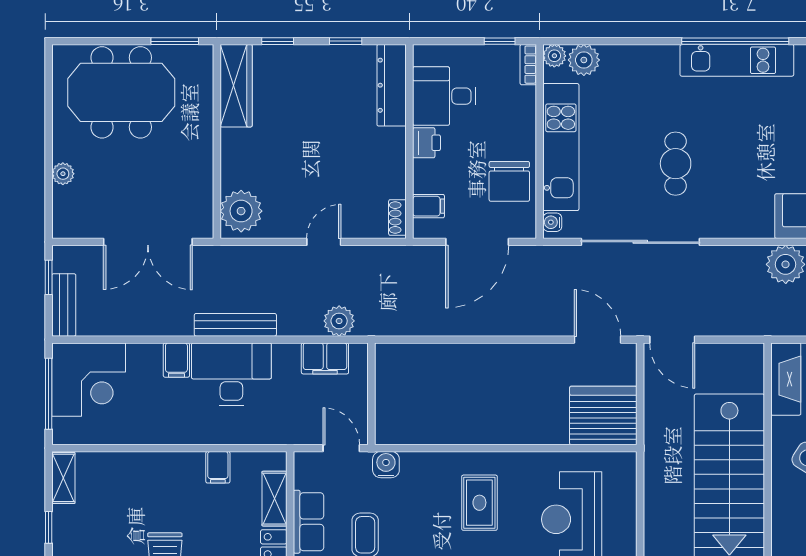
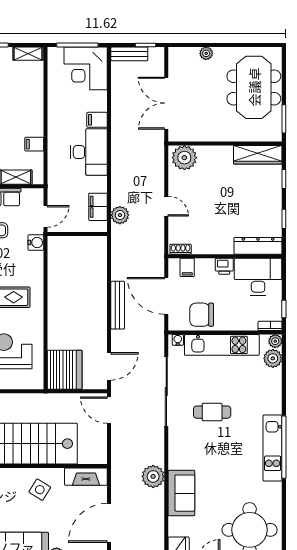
desk: (444, 96) -> (258, 277), width x1.37
bench: (235, 325) -> (118, 305), moved
door: (672, 340) -> (109, 410), hinge flipped

